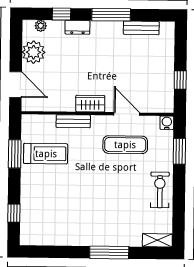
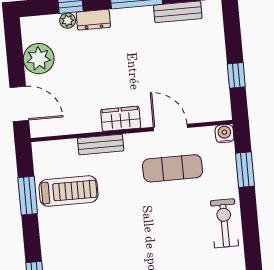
plant: (41, 26) -> (68, 21), moved

